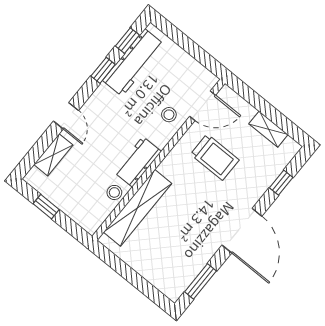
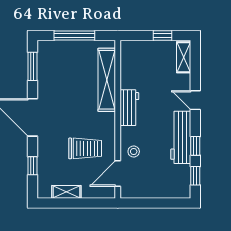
workbench: (133, 62) -> (181, 137), moved
shelving: (53, 155) -> (184, 57), moved
trolley: (215, 157) -> (85, 148), turned 180
stool: (114, 192) -> (128, 78), removed
window: (134, 278) -> (74, 35), added

